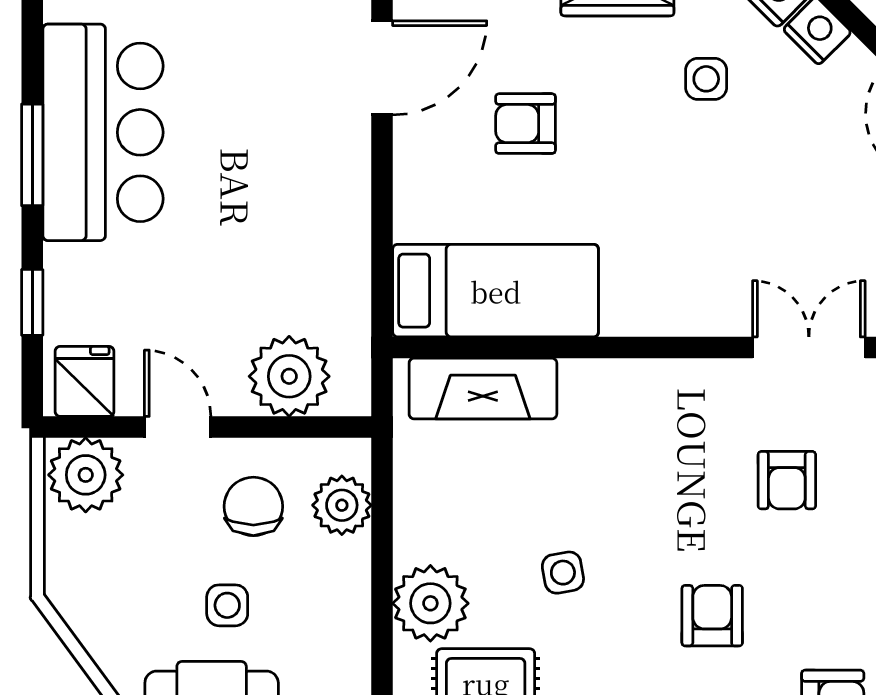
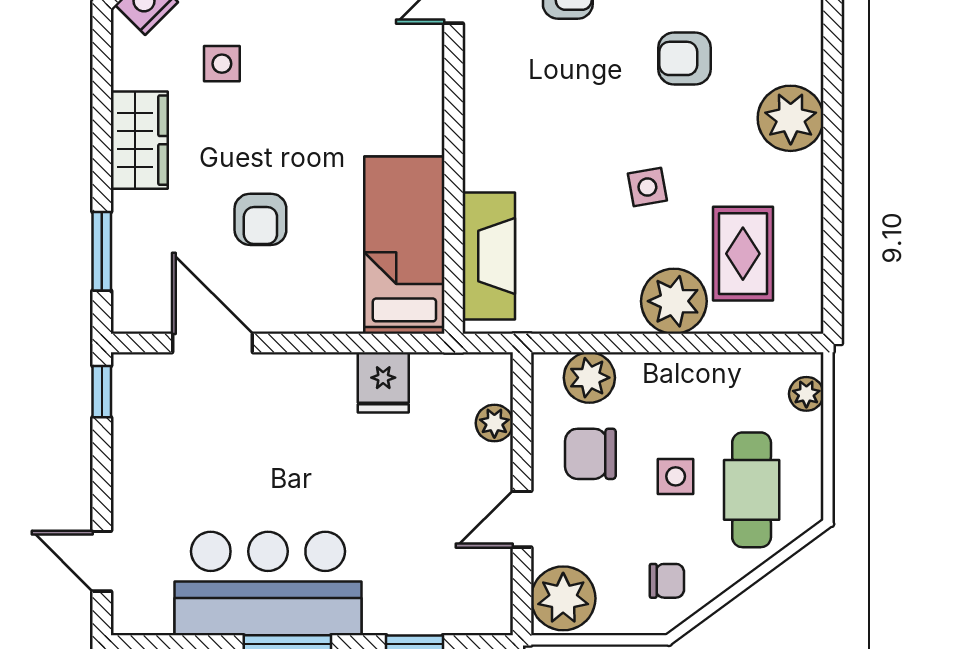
plant: (289, 376) -> (494, 423), width x0.53, depth x0.53
fridge: (84, 381) -> (383, 382), moved, turned -90
chair: (106, 595) -> (667, 581), added

